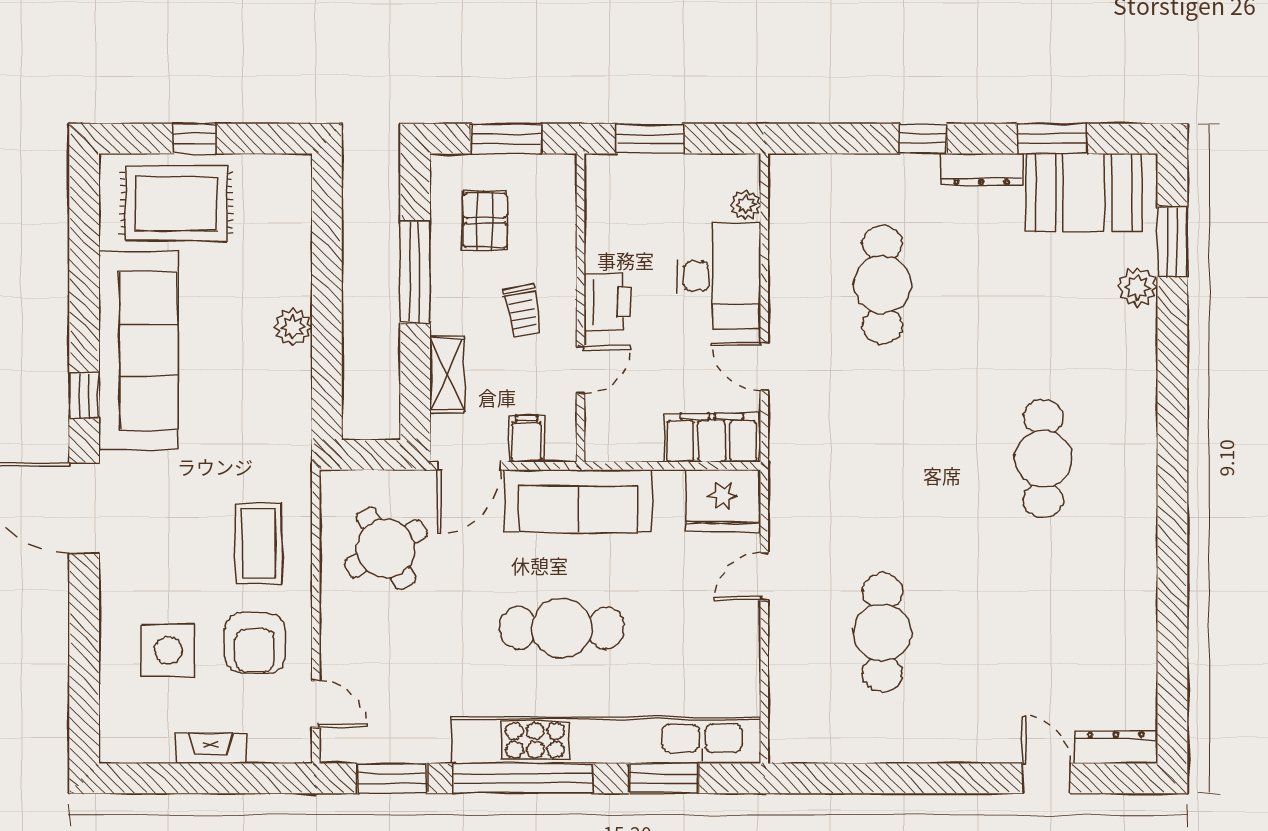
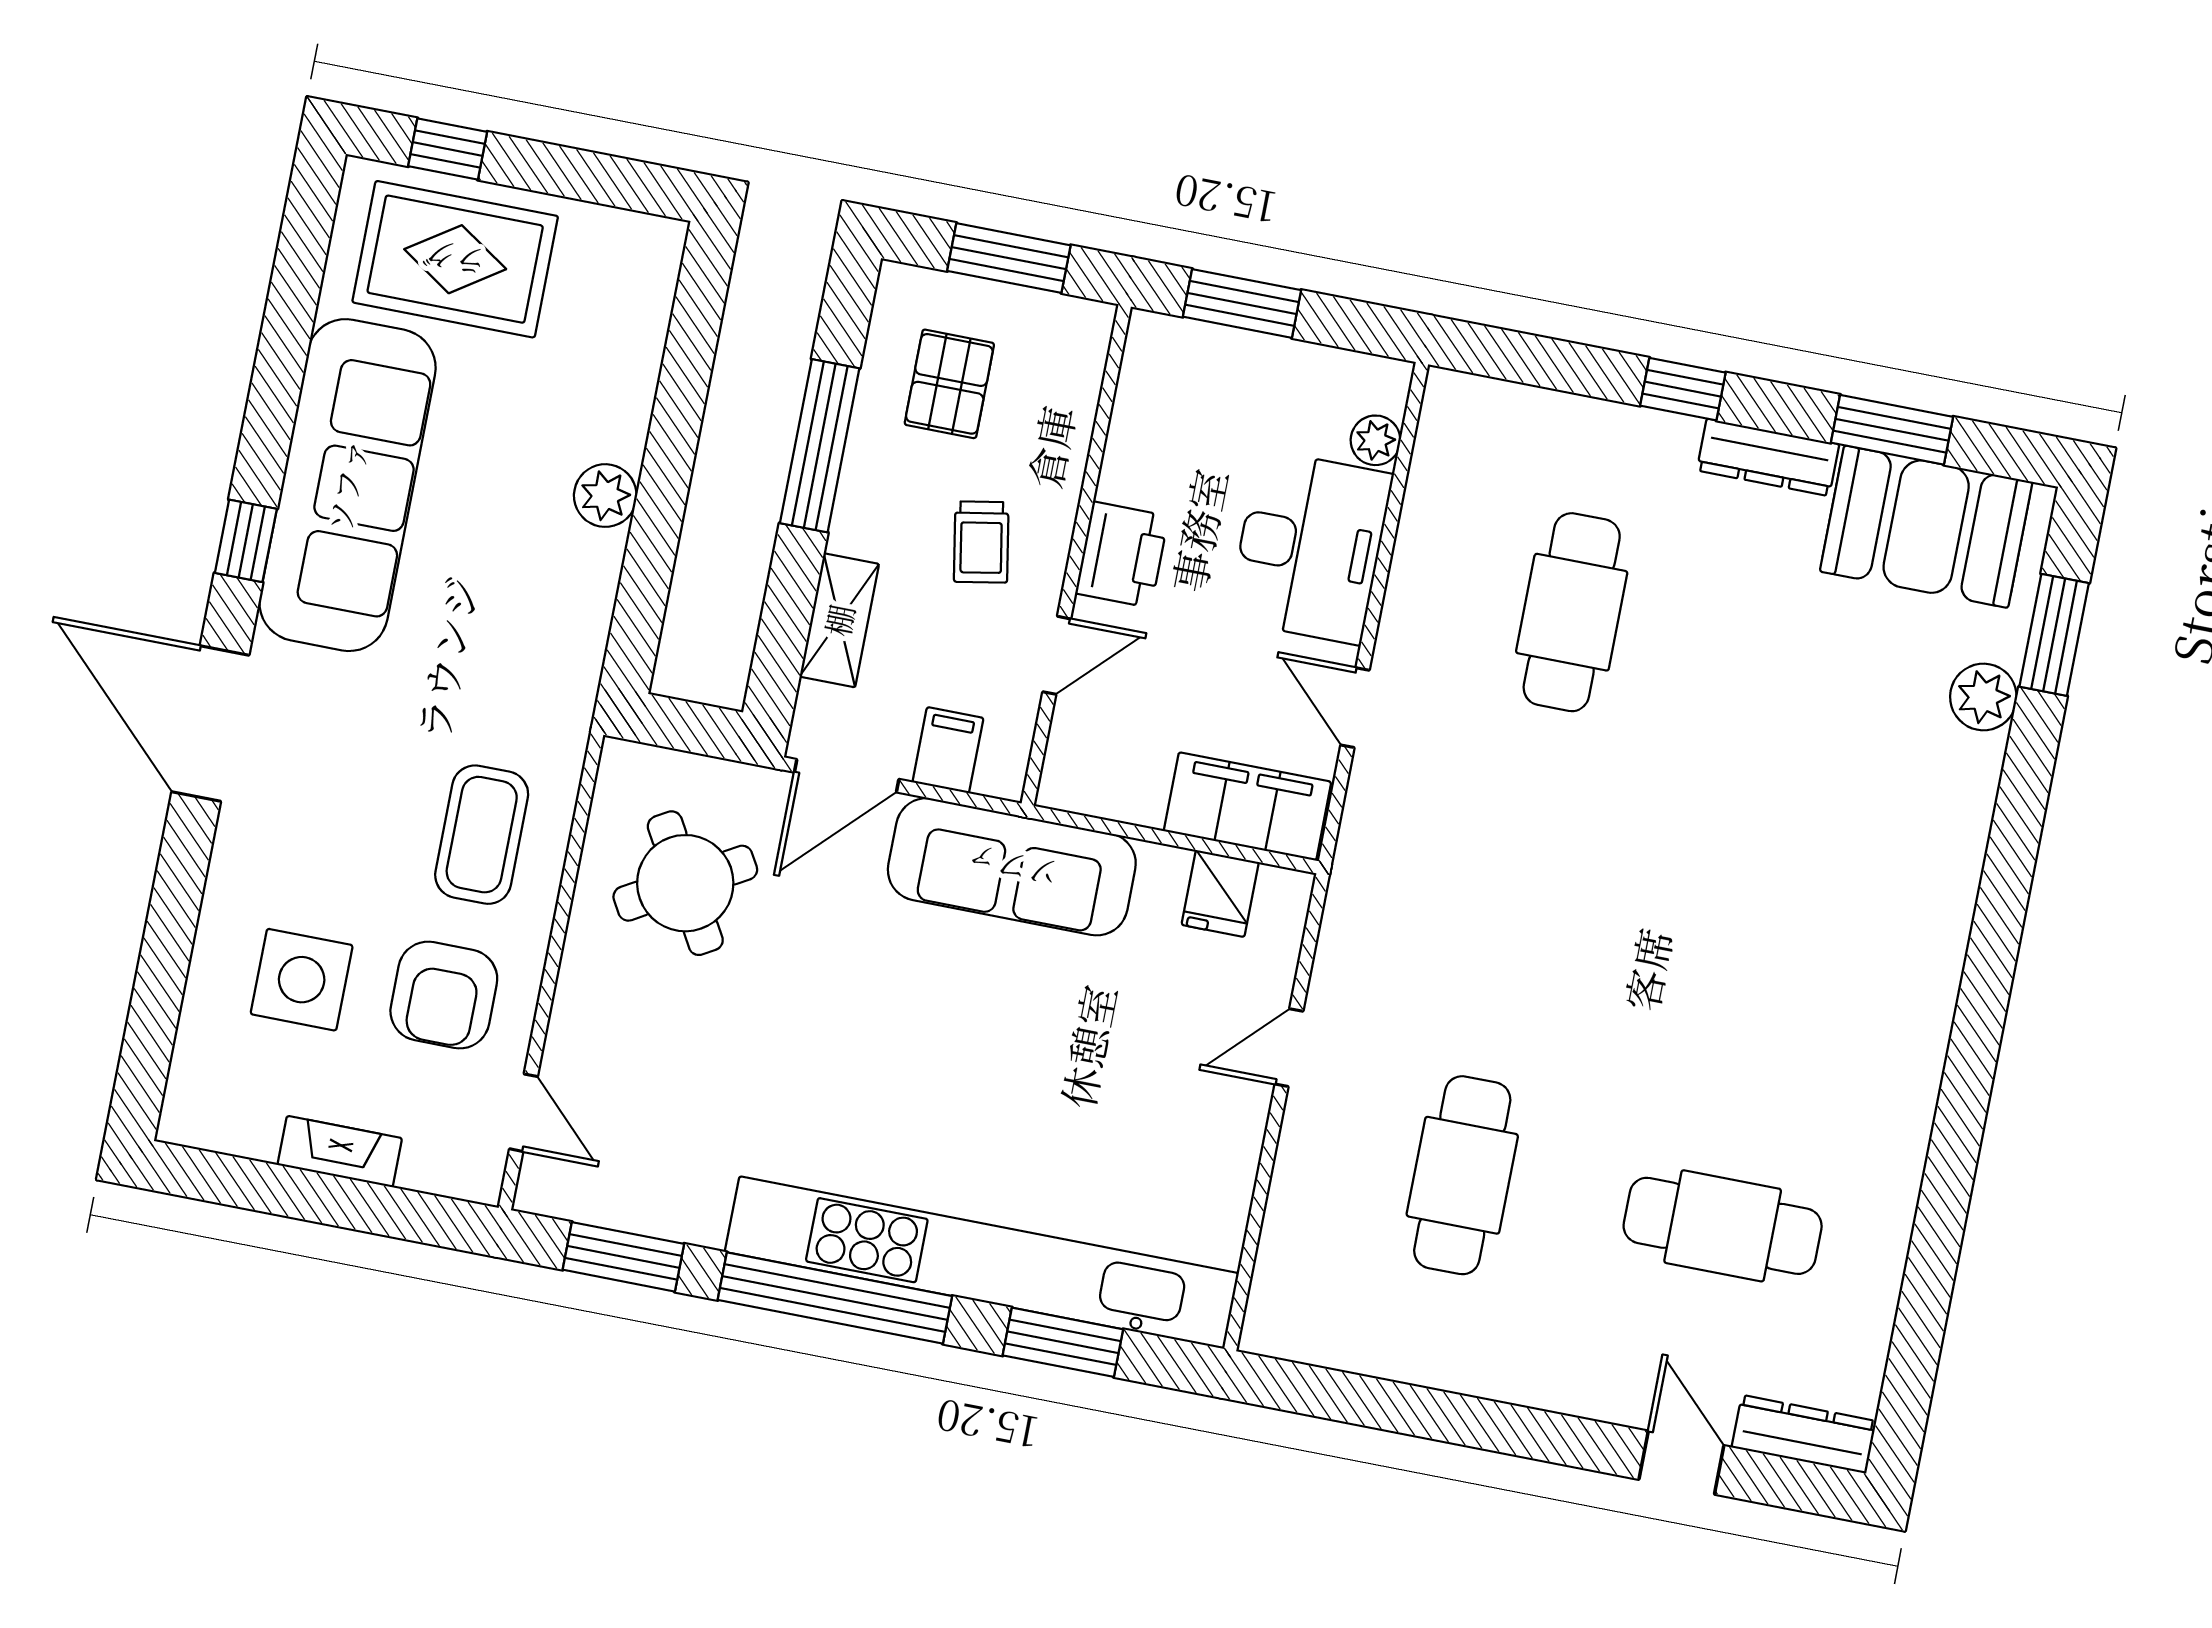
window: (194, 139) -> (448, 149), moved
cafe table: (1043, 458) -> (1723, 1226), moved, turned 90
fridge: (723, 501) -> (1220, 893), width x0.53, depth x0.75
cafe table: (562, 628) -> (945, 1067), removed

